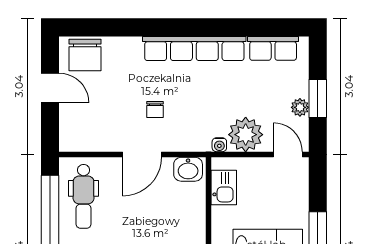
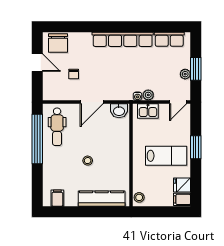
chair: (155, 110) -> (74, 74), moved
plant: (246, 135) -> (148, 95), width x0.53, depth x0.53
door: (288, 154) -> (178, 102), swing flipped
kitchen sink: (224, 187) -> (148, 111), moved, turned 90

